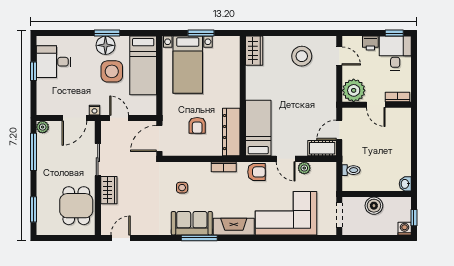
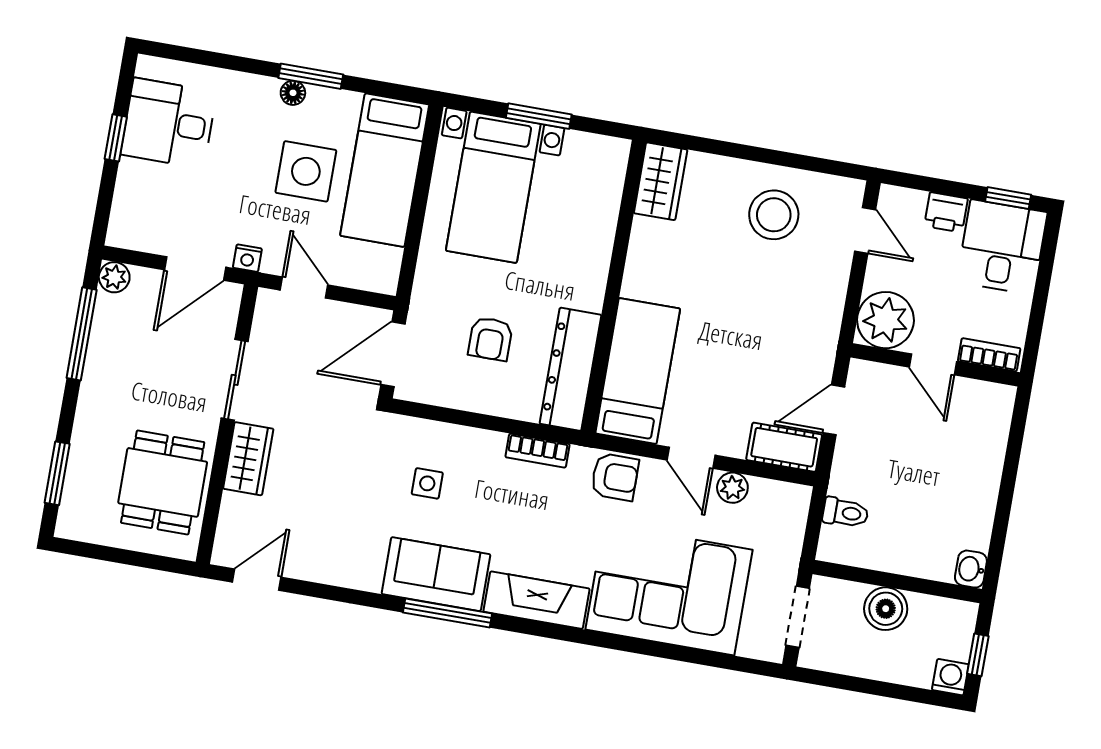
floor lamp: (105, 45) -> (293, 93), width x0.53, depth x0.53

